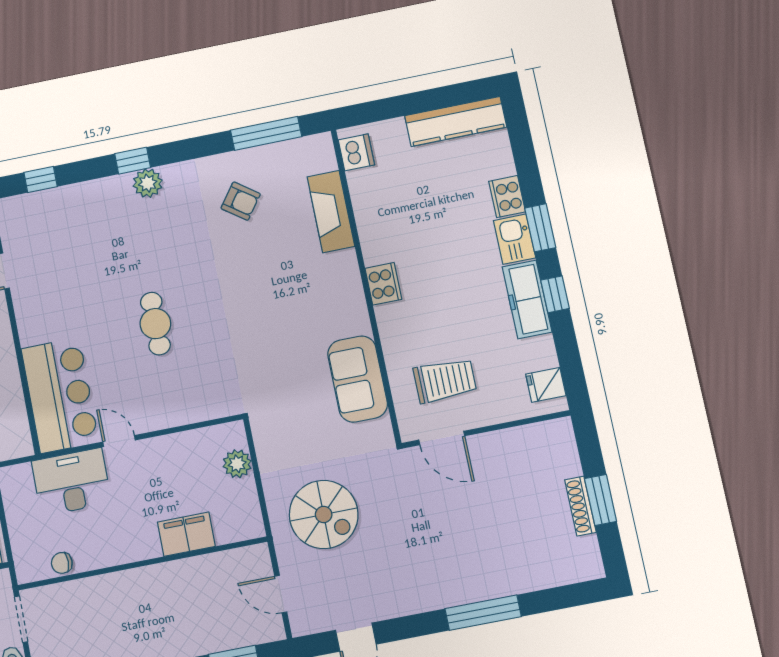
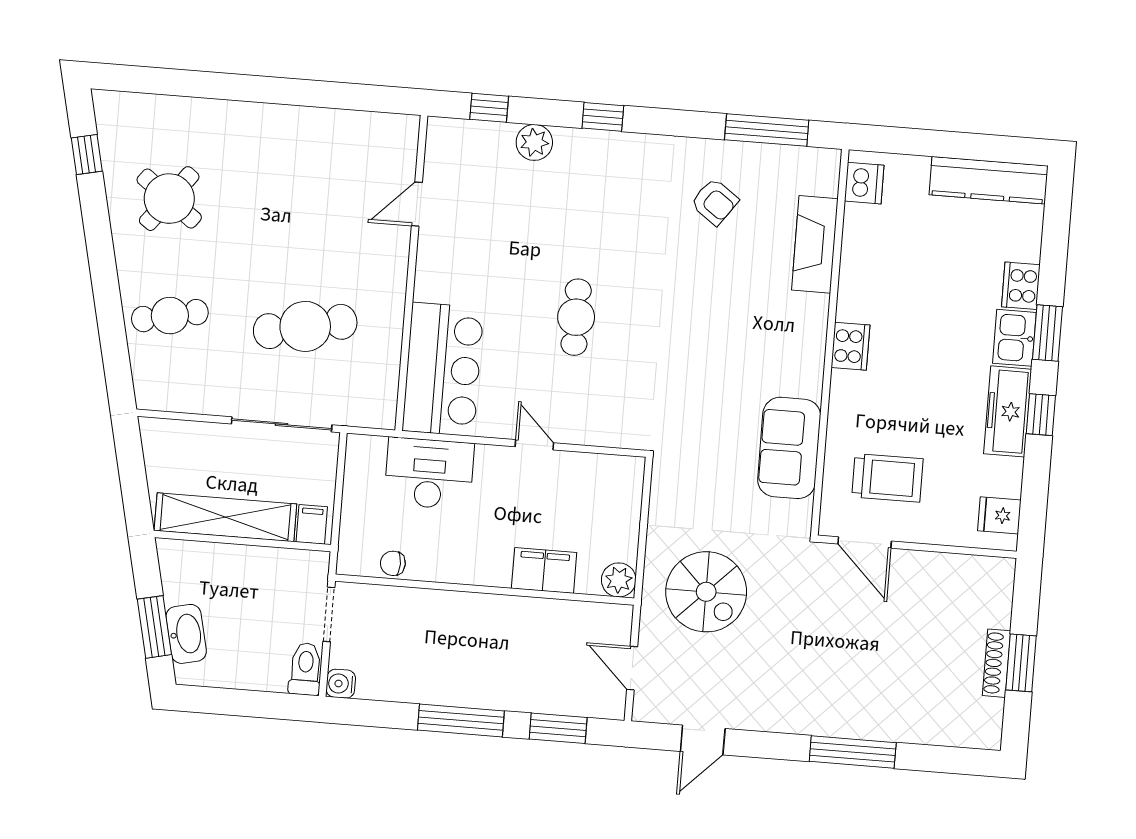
plant: (148, 183) -> (534, 142), moved
door: (119, 441) -> (534, 445), moved
plant: (237, 464) -> (619, 580), moved

